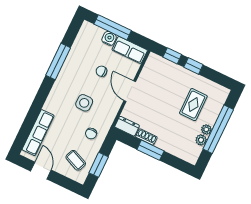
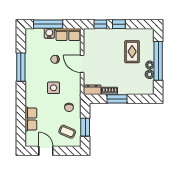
row of seats: (38, 133) -> (31, 119), width x0.68

